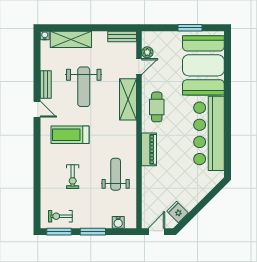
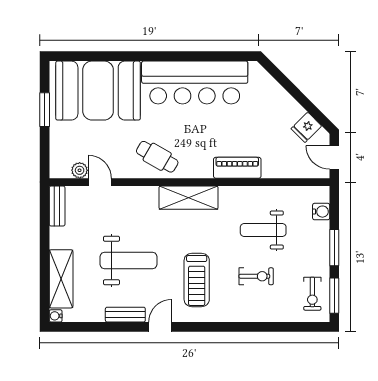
shelving: (128, 99) -> (189, 198), moved
cafe table: (157, 107) -> (157, 157), turned 30
piano: (149, 149) -> (237, 168), moved
weight bench: (116, 174) -> (263, 230), moved

